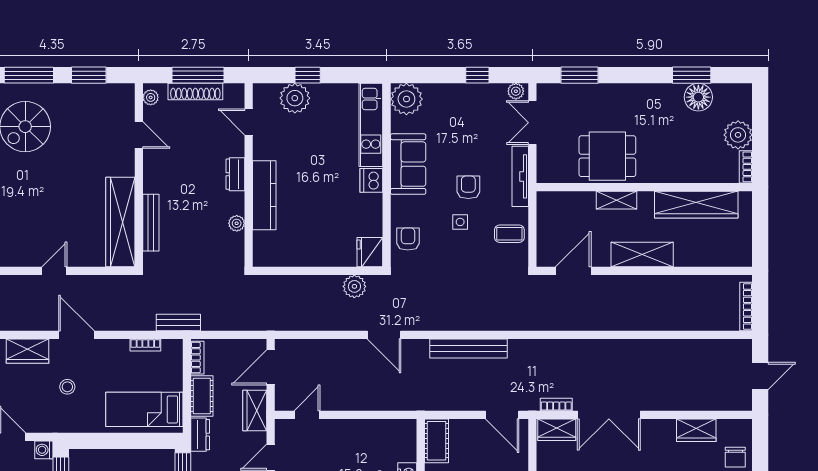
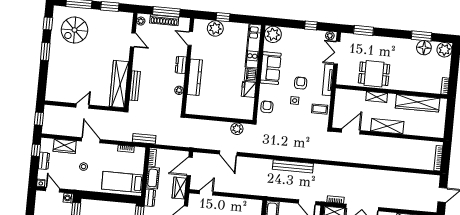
plant: (738, 135) -> (444, 50), moved
fridge: (370, 252) -> (249, 89), moved
door: (384, 335) -> (228, 153), moved

